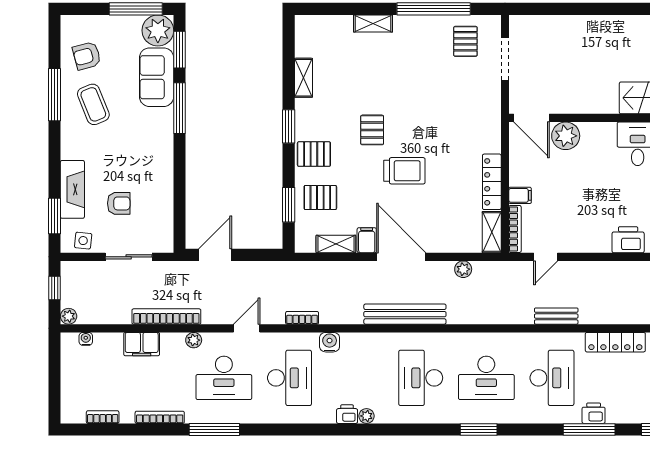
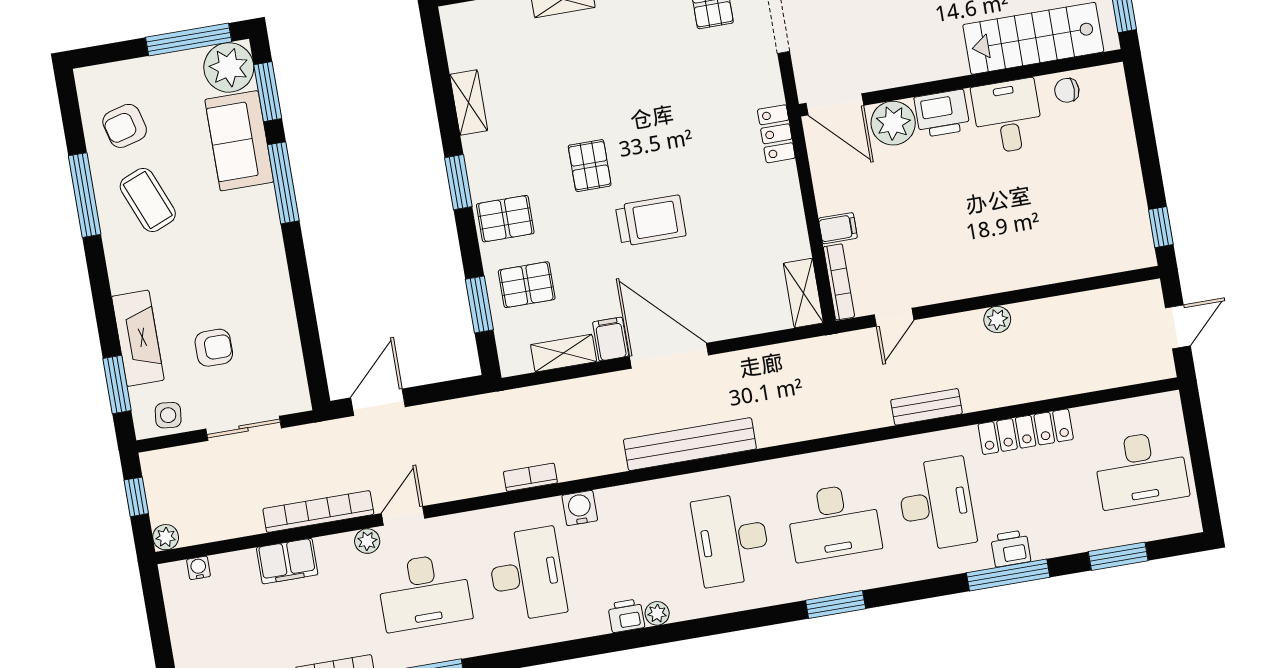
locker: (492, 182) -> (776, 134), moved, width x0.66
printer: (628, 240) -> (942, 114), moved, turned 180
plant: (463, 269) -> (997, 320), moved
door: (247, 328) -> (403, 516), moved

